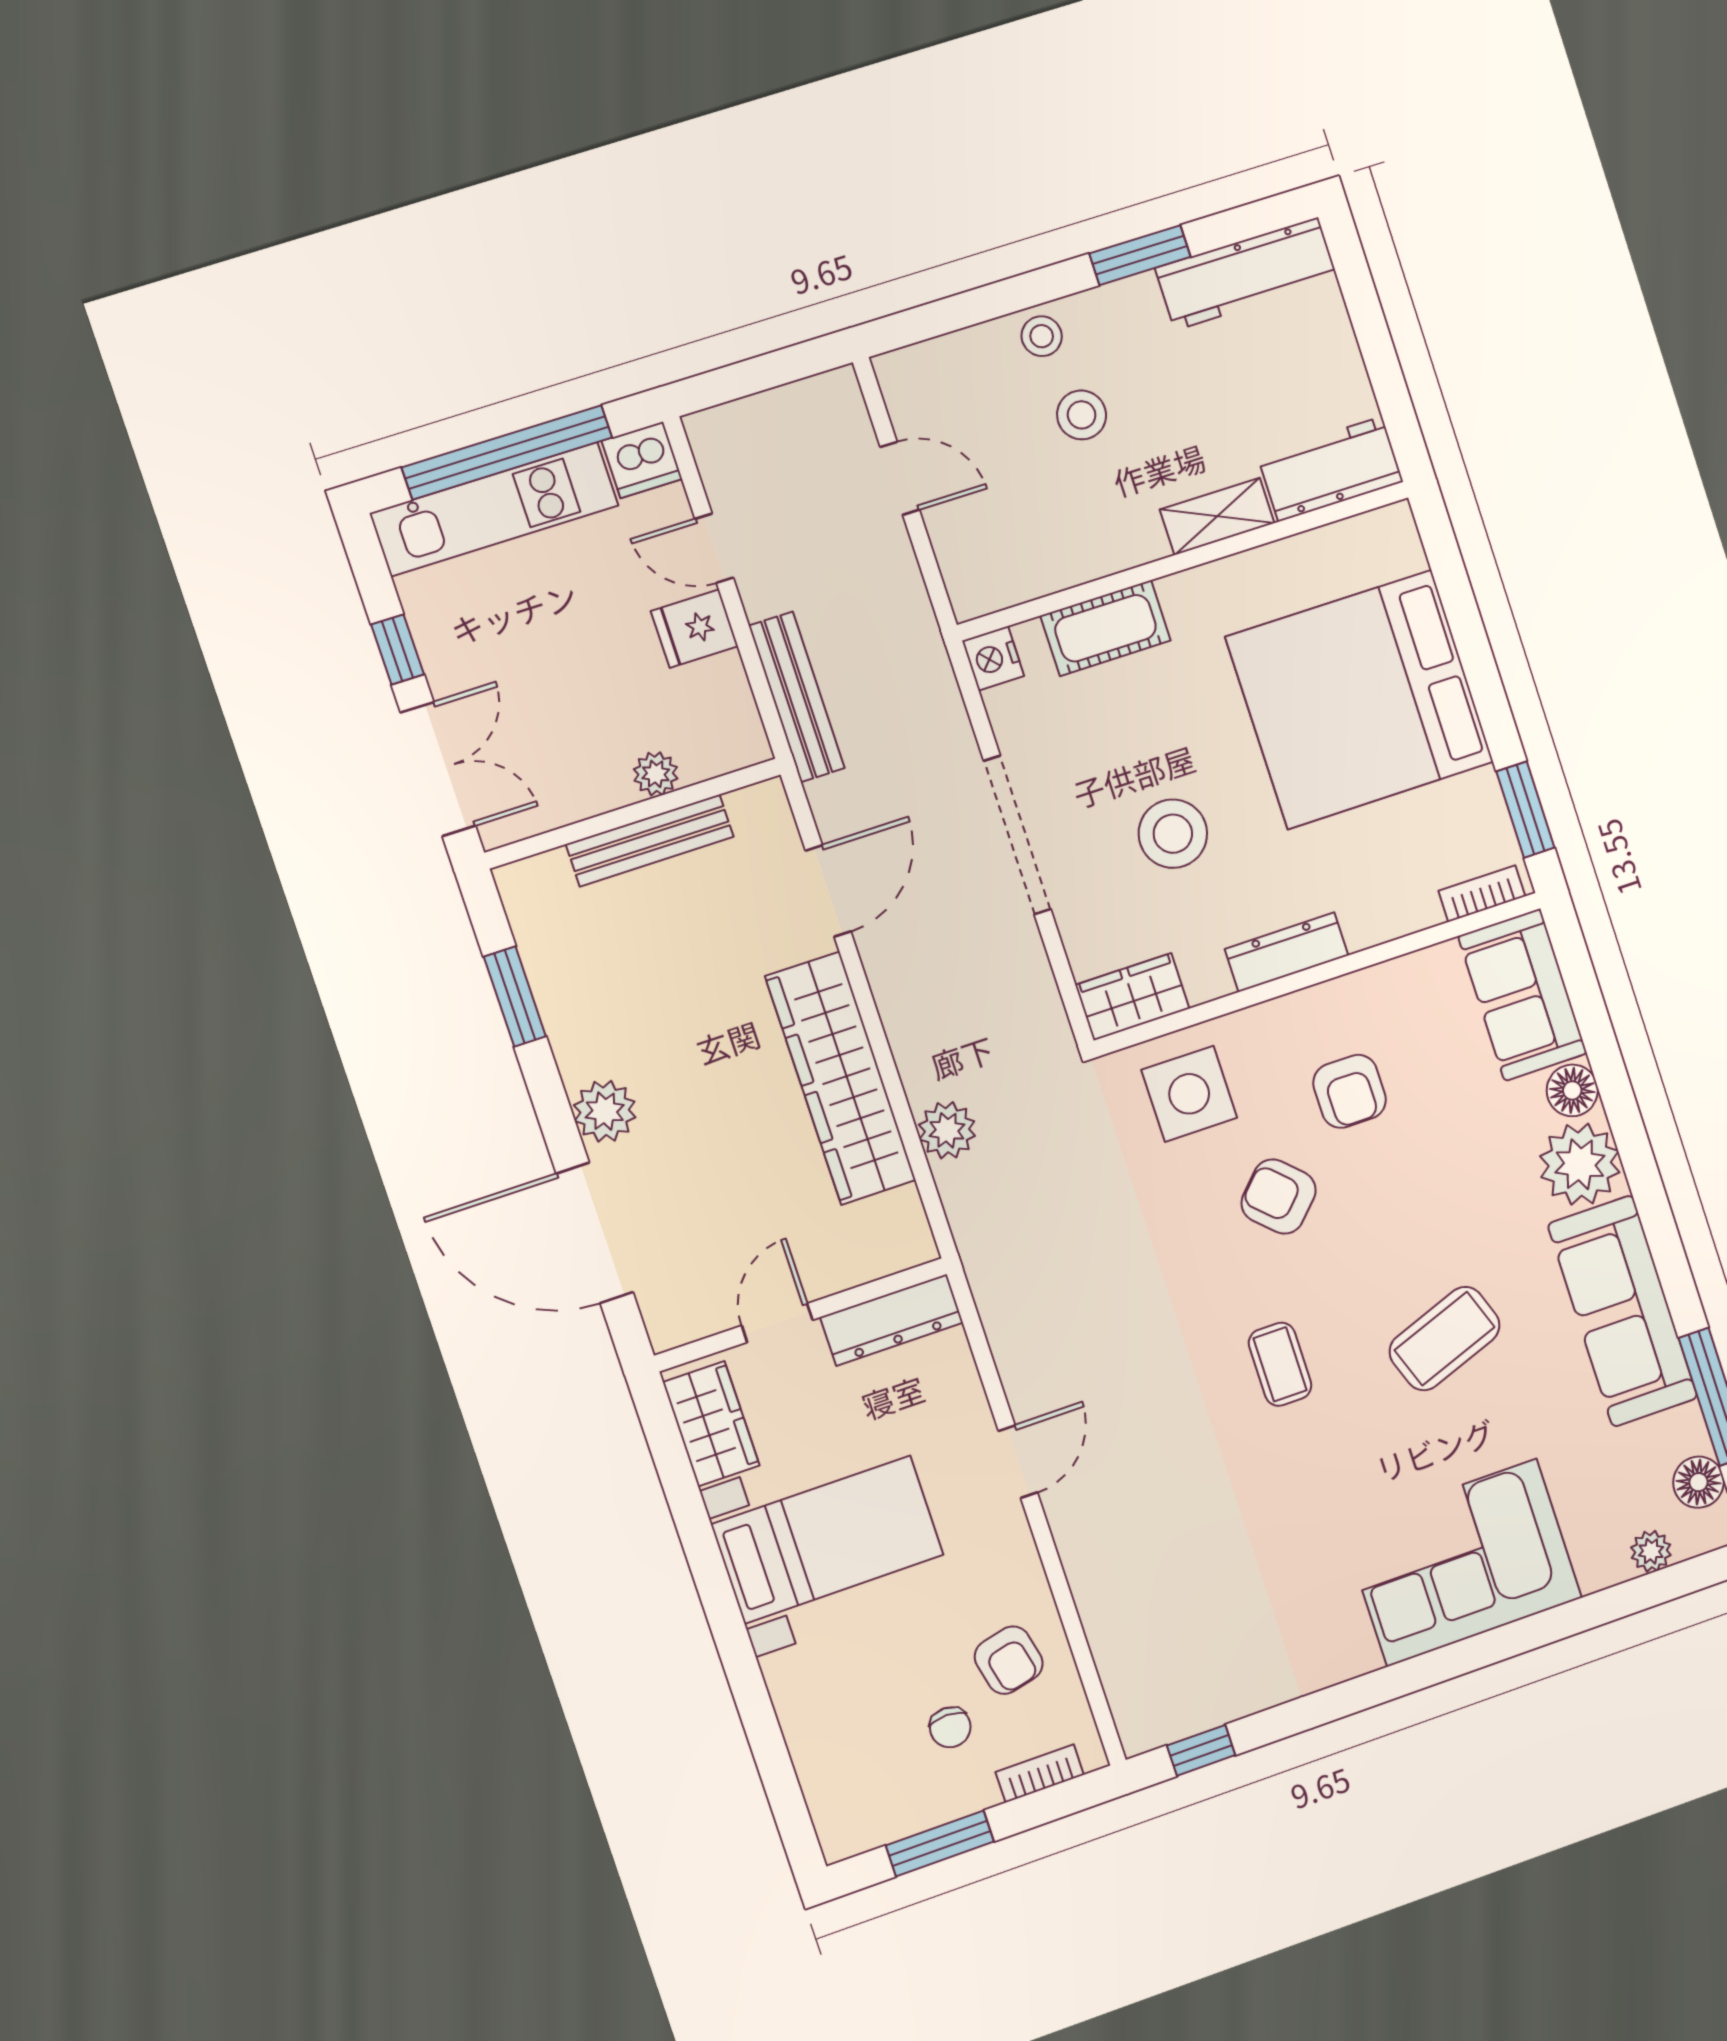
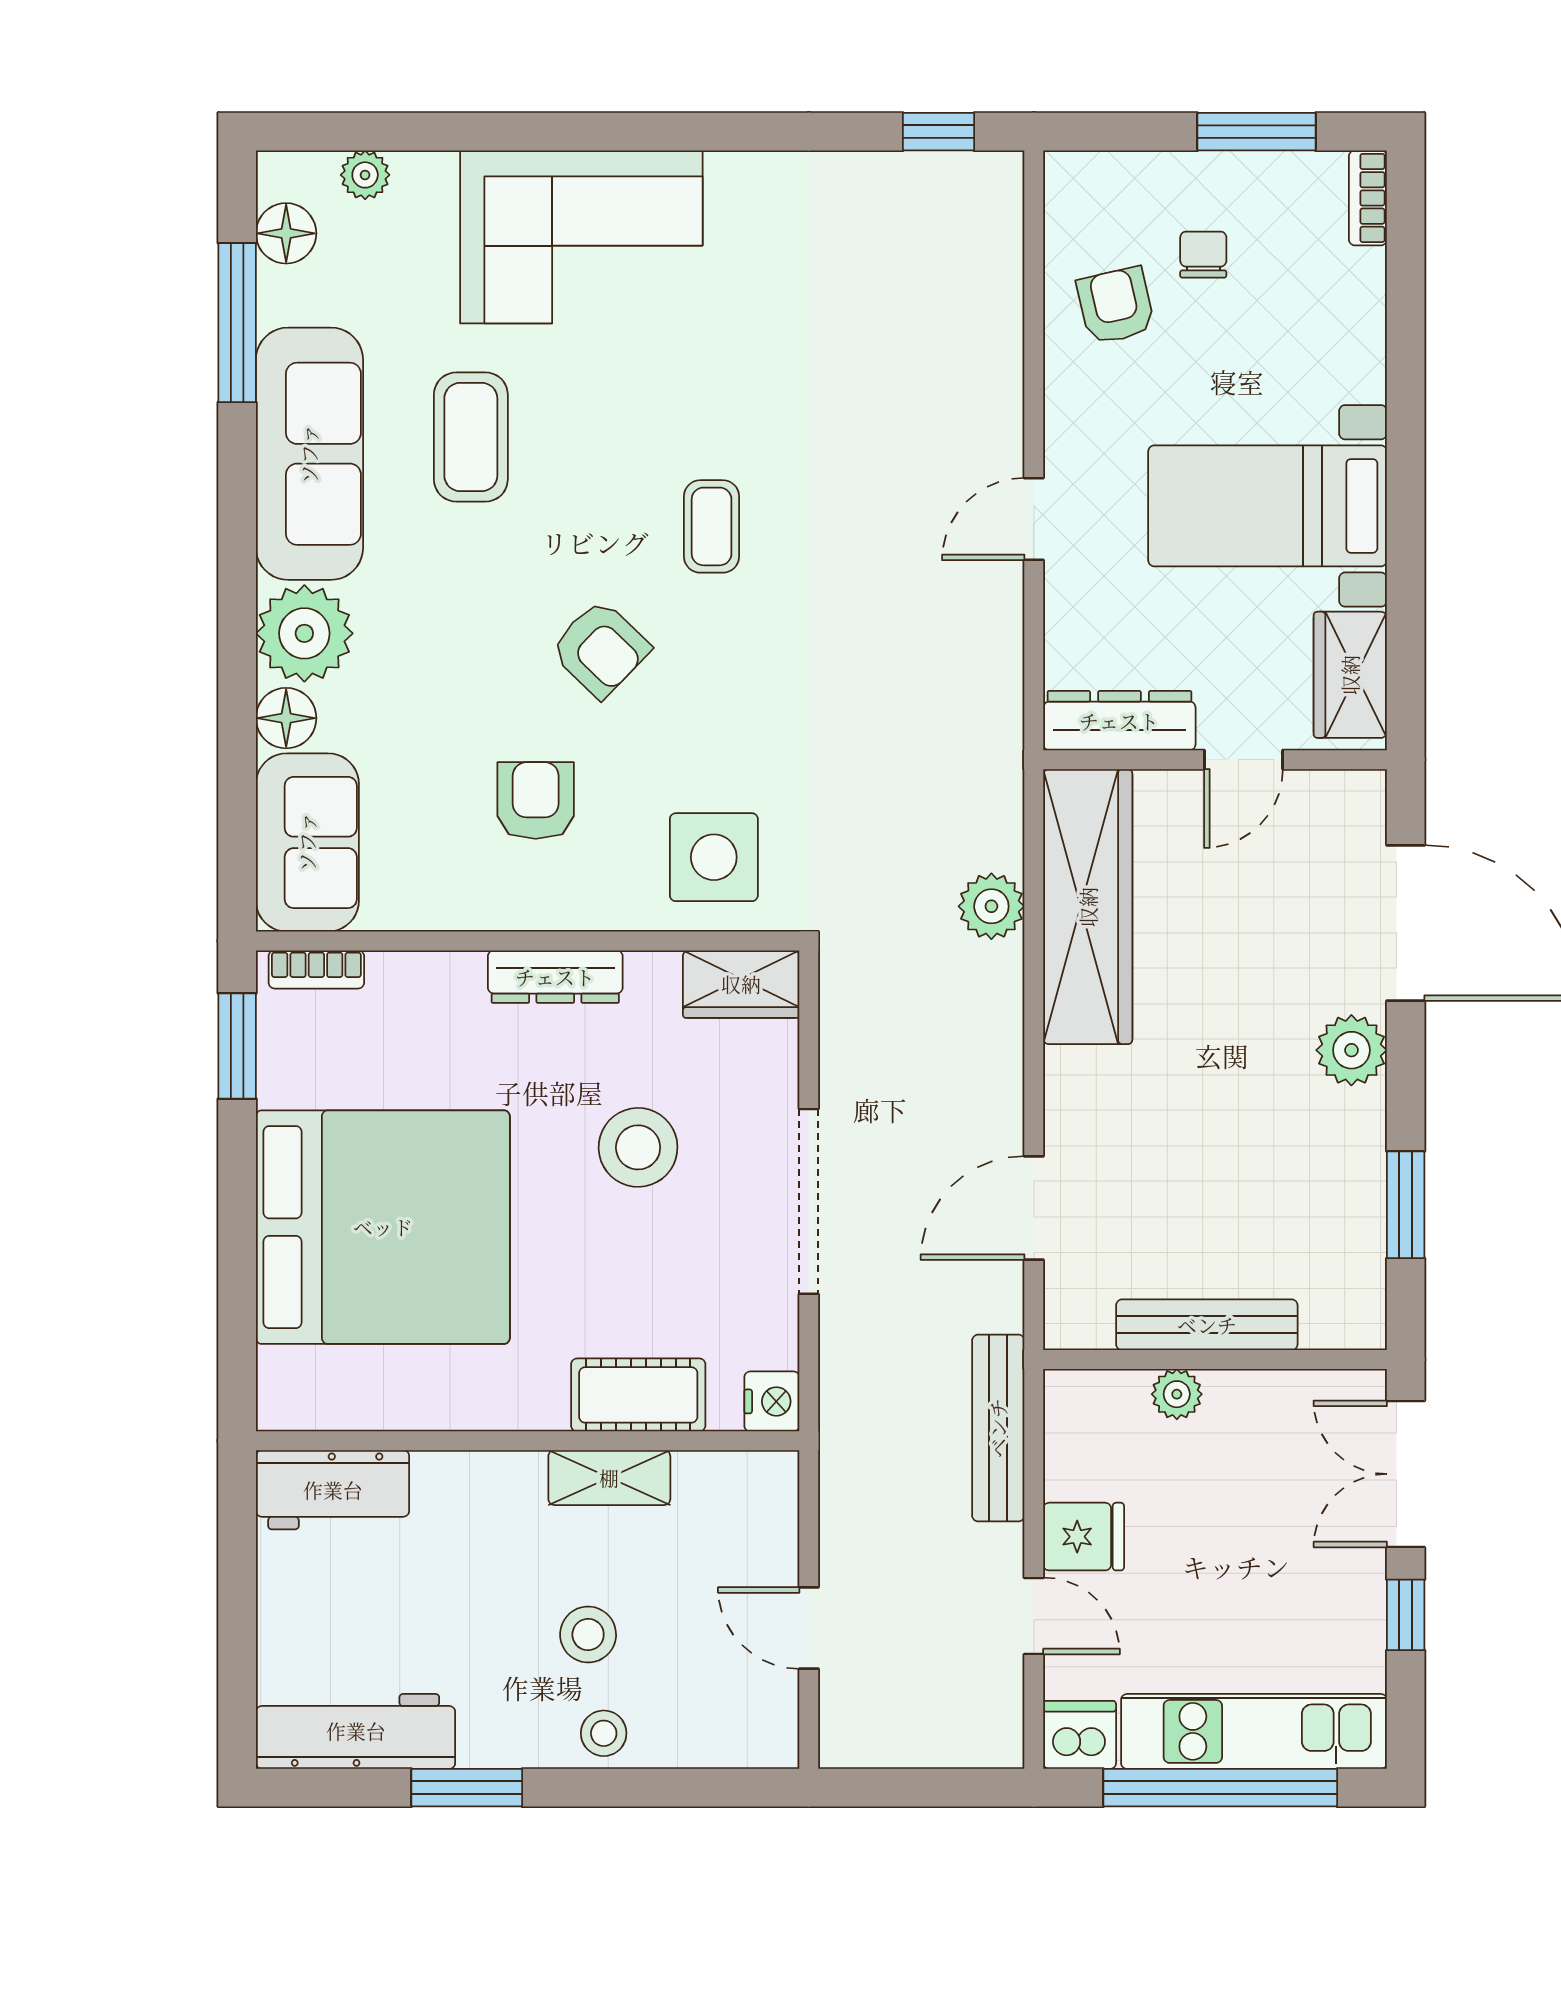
shelving: (1217, 516) -> (609, 1478), moved
wardrobe: (840, 1078) -> (1088, 907), moved
armchair: (1279, 1197) -> (600, 649), moved
coffee table: (1445, 1339) -> (471, 437), moved, turned -70
bookcase: (1040, 1773) -> (1368, 198), moved, turned 90

